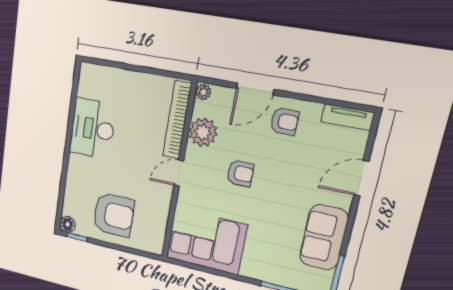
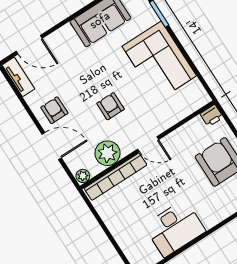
door: (361, 178) -> (29, 45), moved
corner sofa: (206, 241) -> (159, 61), moved
printer: (155, 245) -> (212, 116), added

